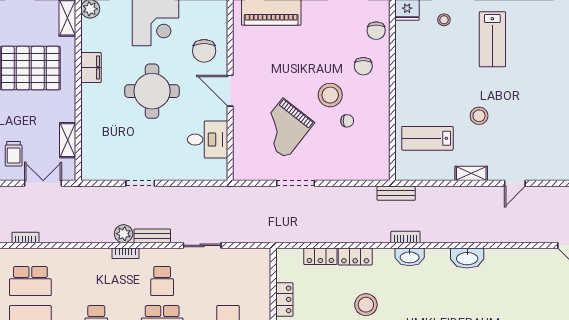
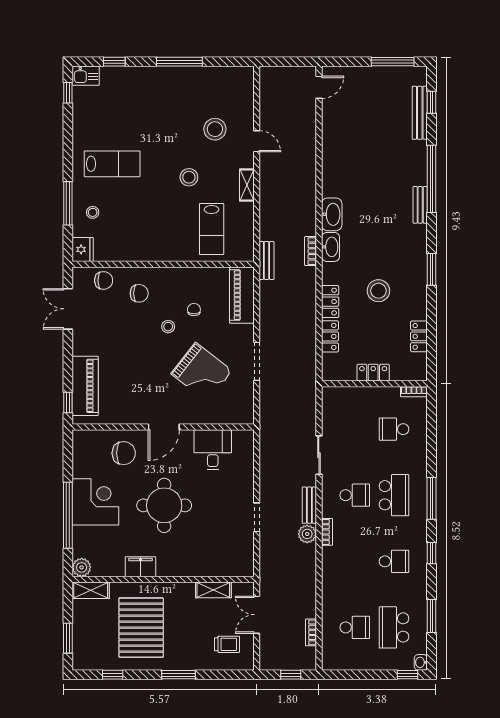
stool: (330, 95) -> (168, 327), width x0.53, depth x0.53
stool: (527, 142) -> (215, 129), added
piano: (362, 168) -> (242, 295), added
washbasin: (467, 258) -> (332, 214), moved
school desk: (30, 281) -> (355, 627), width x0.54

